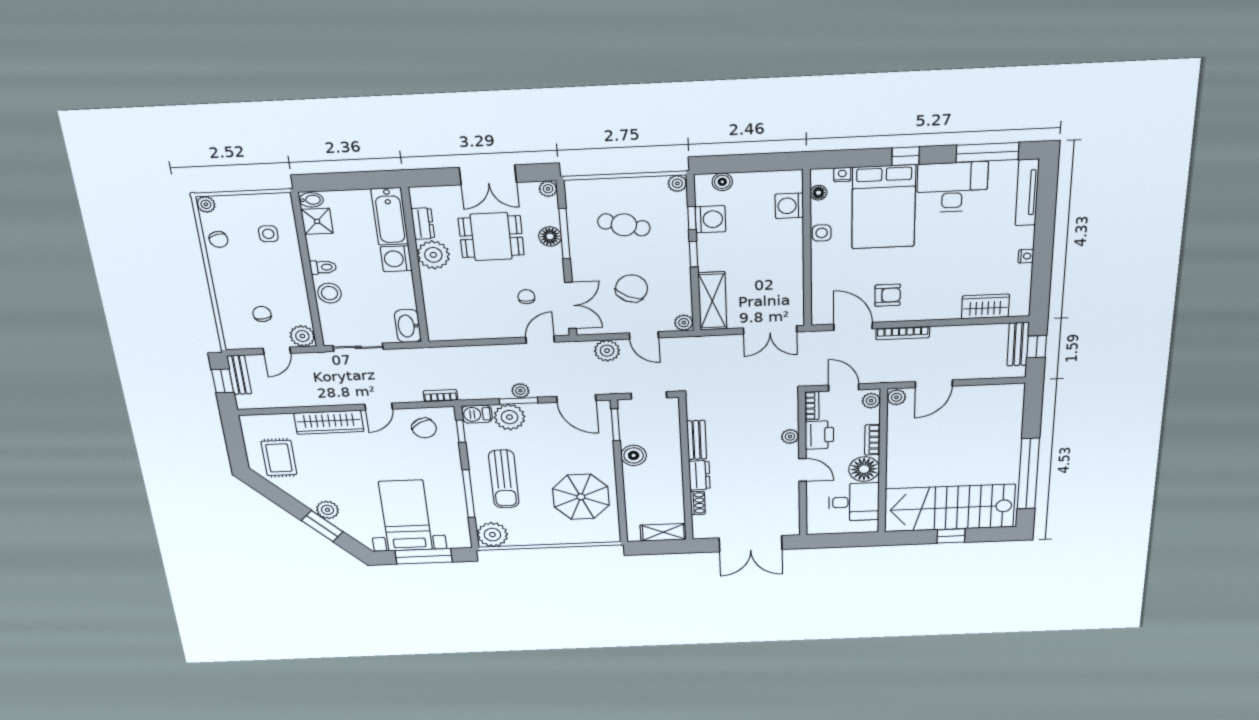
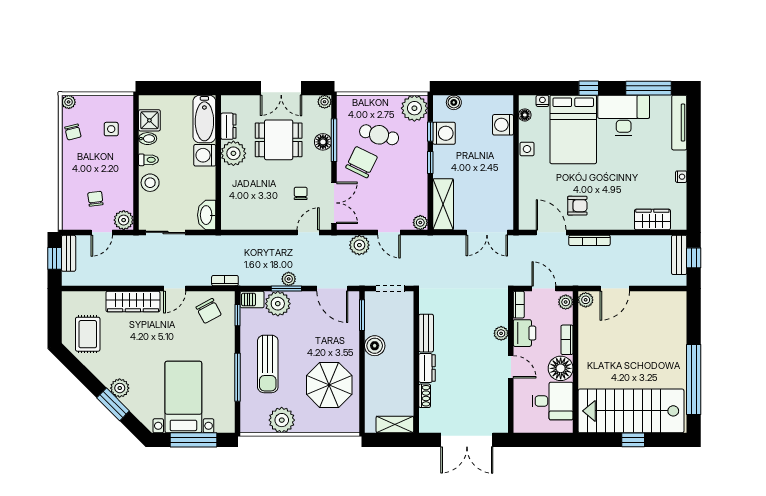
plant: (677, 183) -> (414, 108), width x1.88, depth x1.88
bidet: (311, 200) -> (148, 139), moved
chair: (632, 288) -> (362, 162), moved
plant: (492, 535) -> (282, 420), moved

